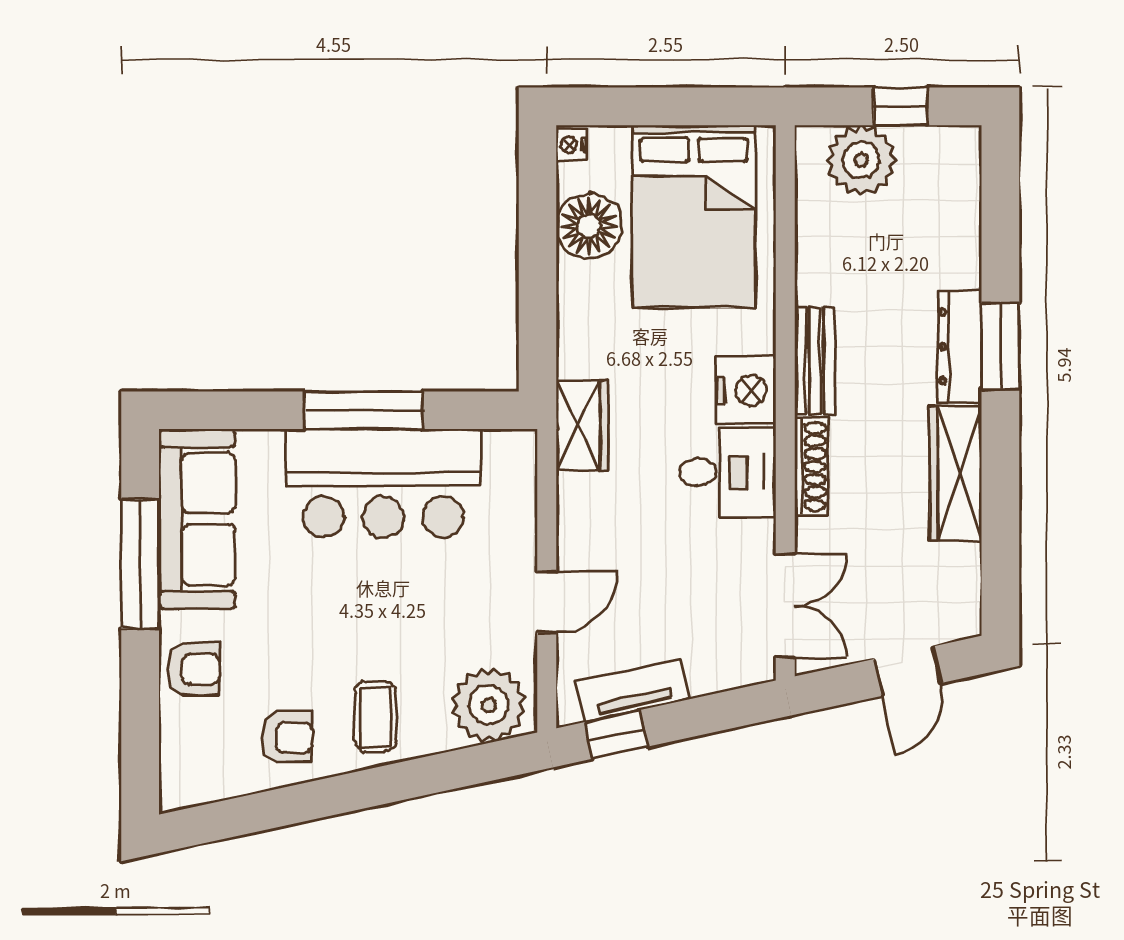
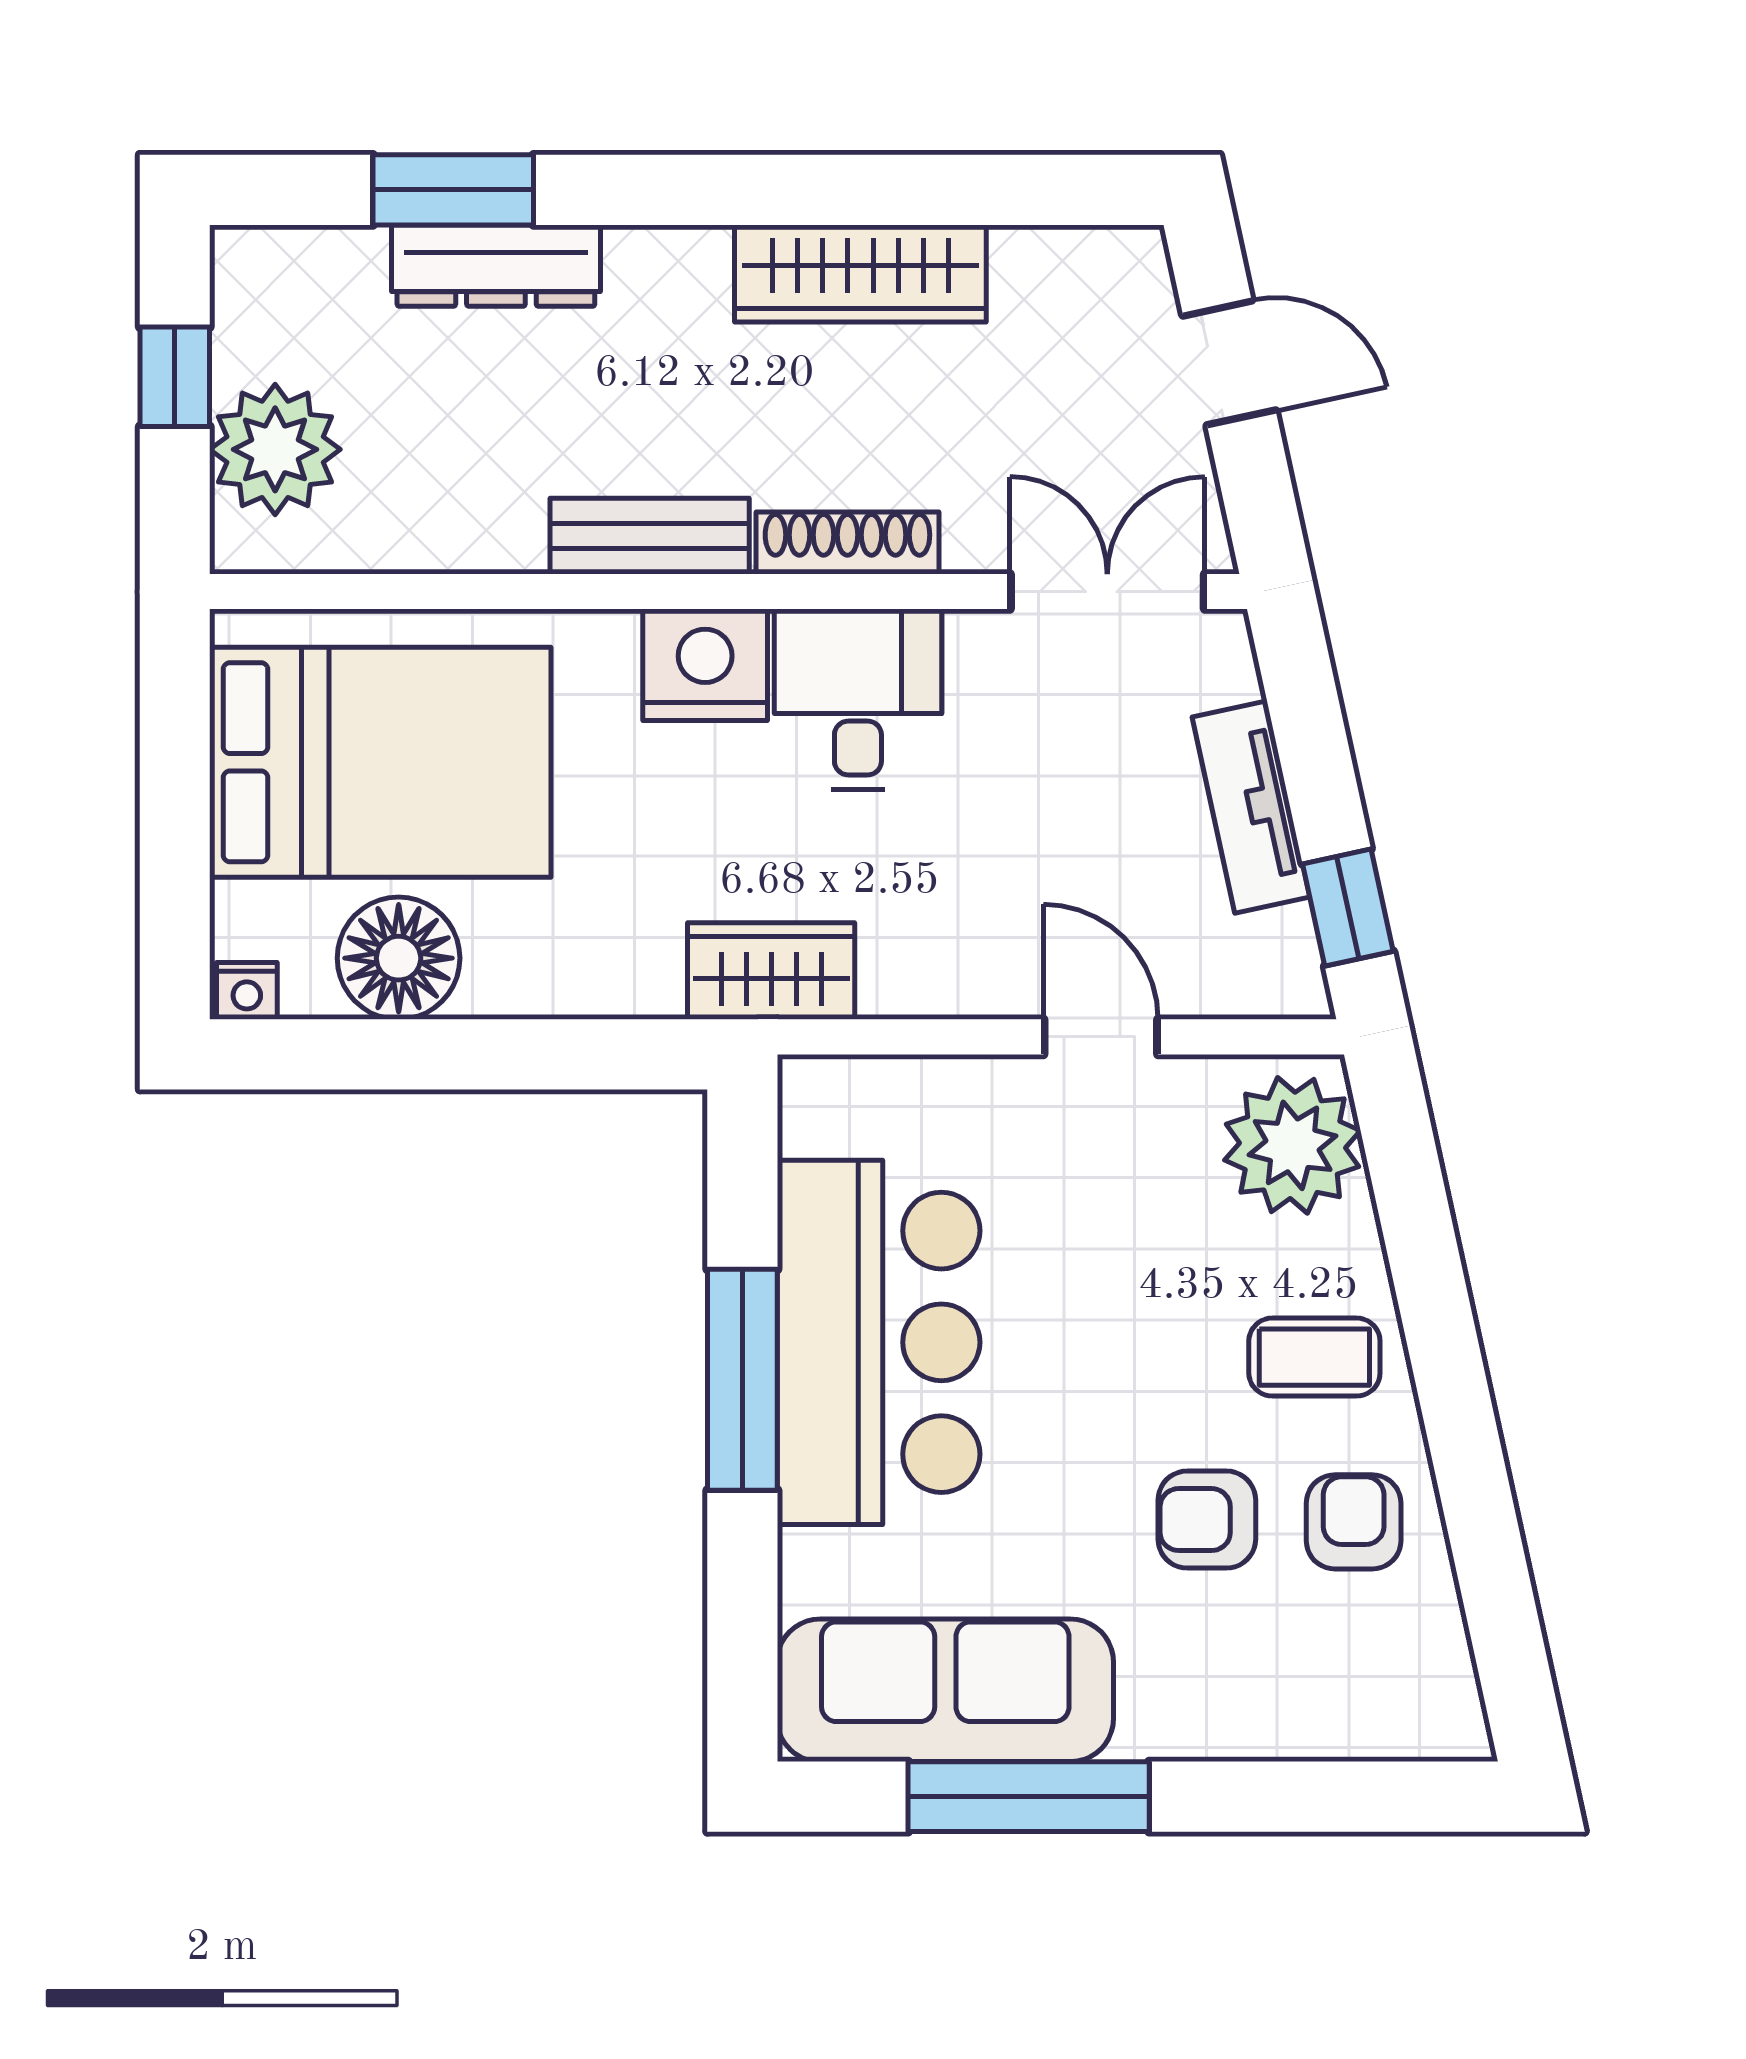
window: (1000, 346) -> (453, 190), moved
dresser: (960, 347) -> (496, 266), moved
armchair: (194, 669) -> (1207, 1520), moved, turned -90
tv unit: (633, 691) -> (1251, 807), moved

